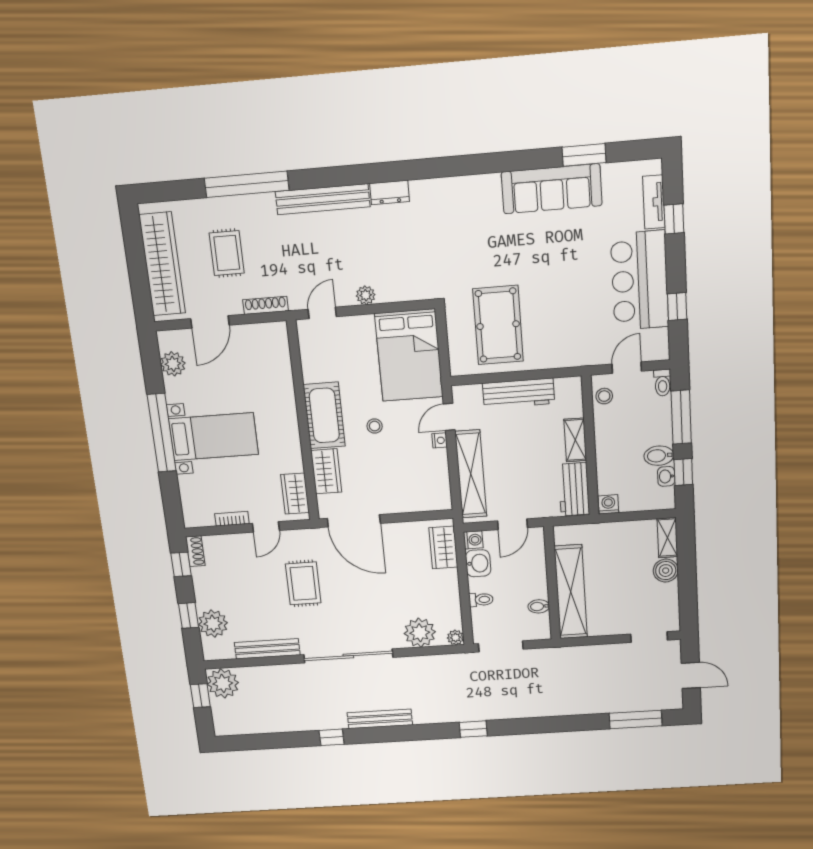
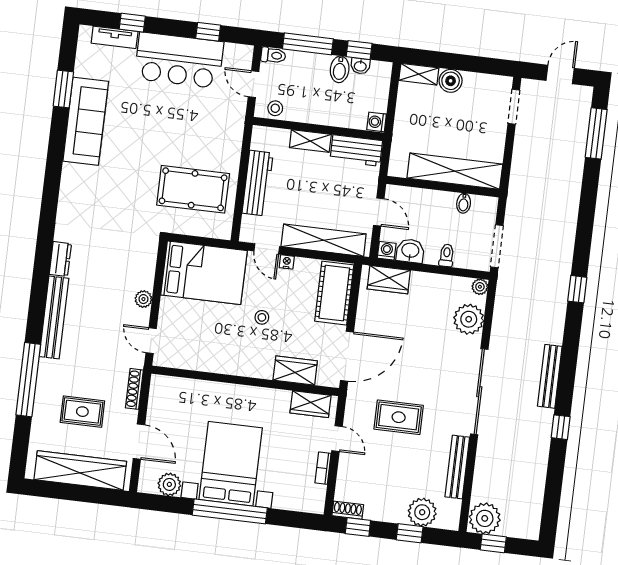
cot: (324, 415) -> (334, 293), moved, turned 90
bed with nightstands: (213, 437) -> (231, 464), width x1.36

